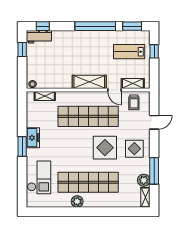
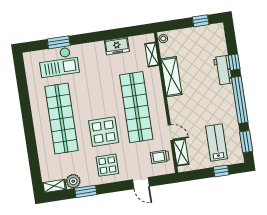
window: (43, 26) -> (234, 62), moved
workbench: (39, 37) -> (223, 70), moved
shelving: (89, 82) -> (171, 77), moved
door: (114, 90) -> (171, 133), swing flipped
freezer: (33, 138) -> (117, 46), moved
window: (22, 146) -> (59, 42), moved
window: (154, 171) -> (86, 191), width x0.69
plant: (77, 201) -> (38, 109), removed

